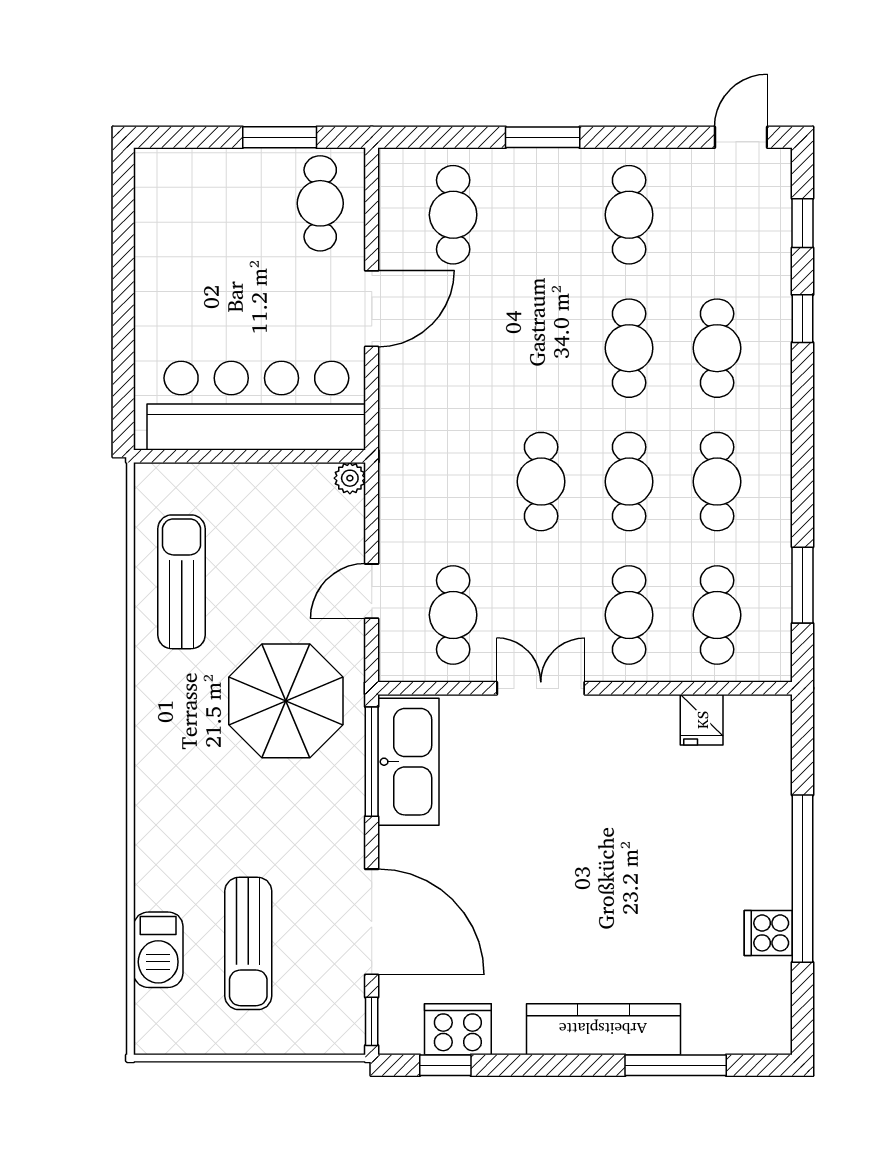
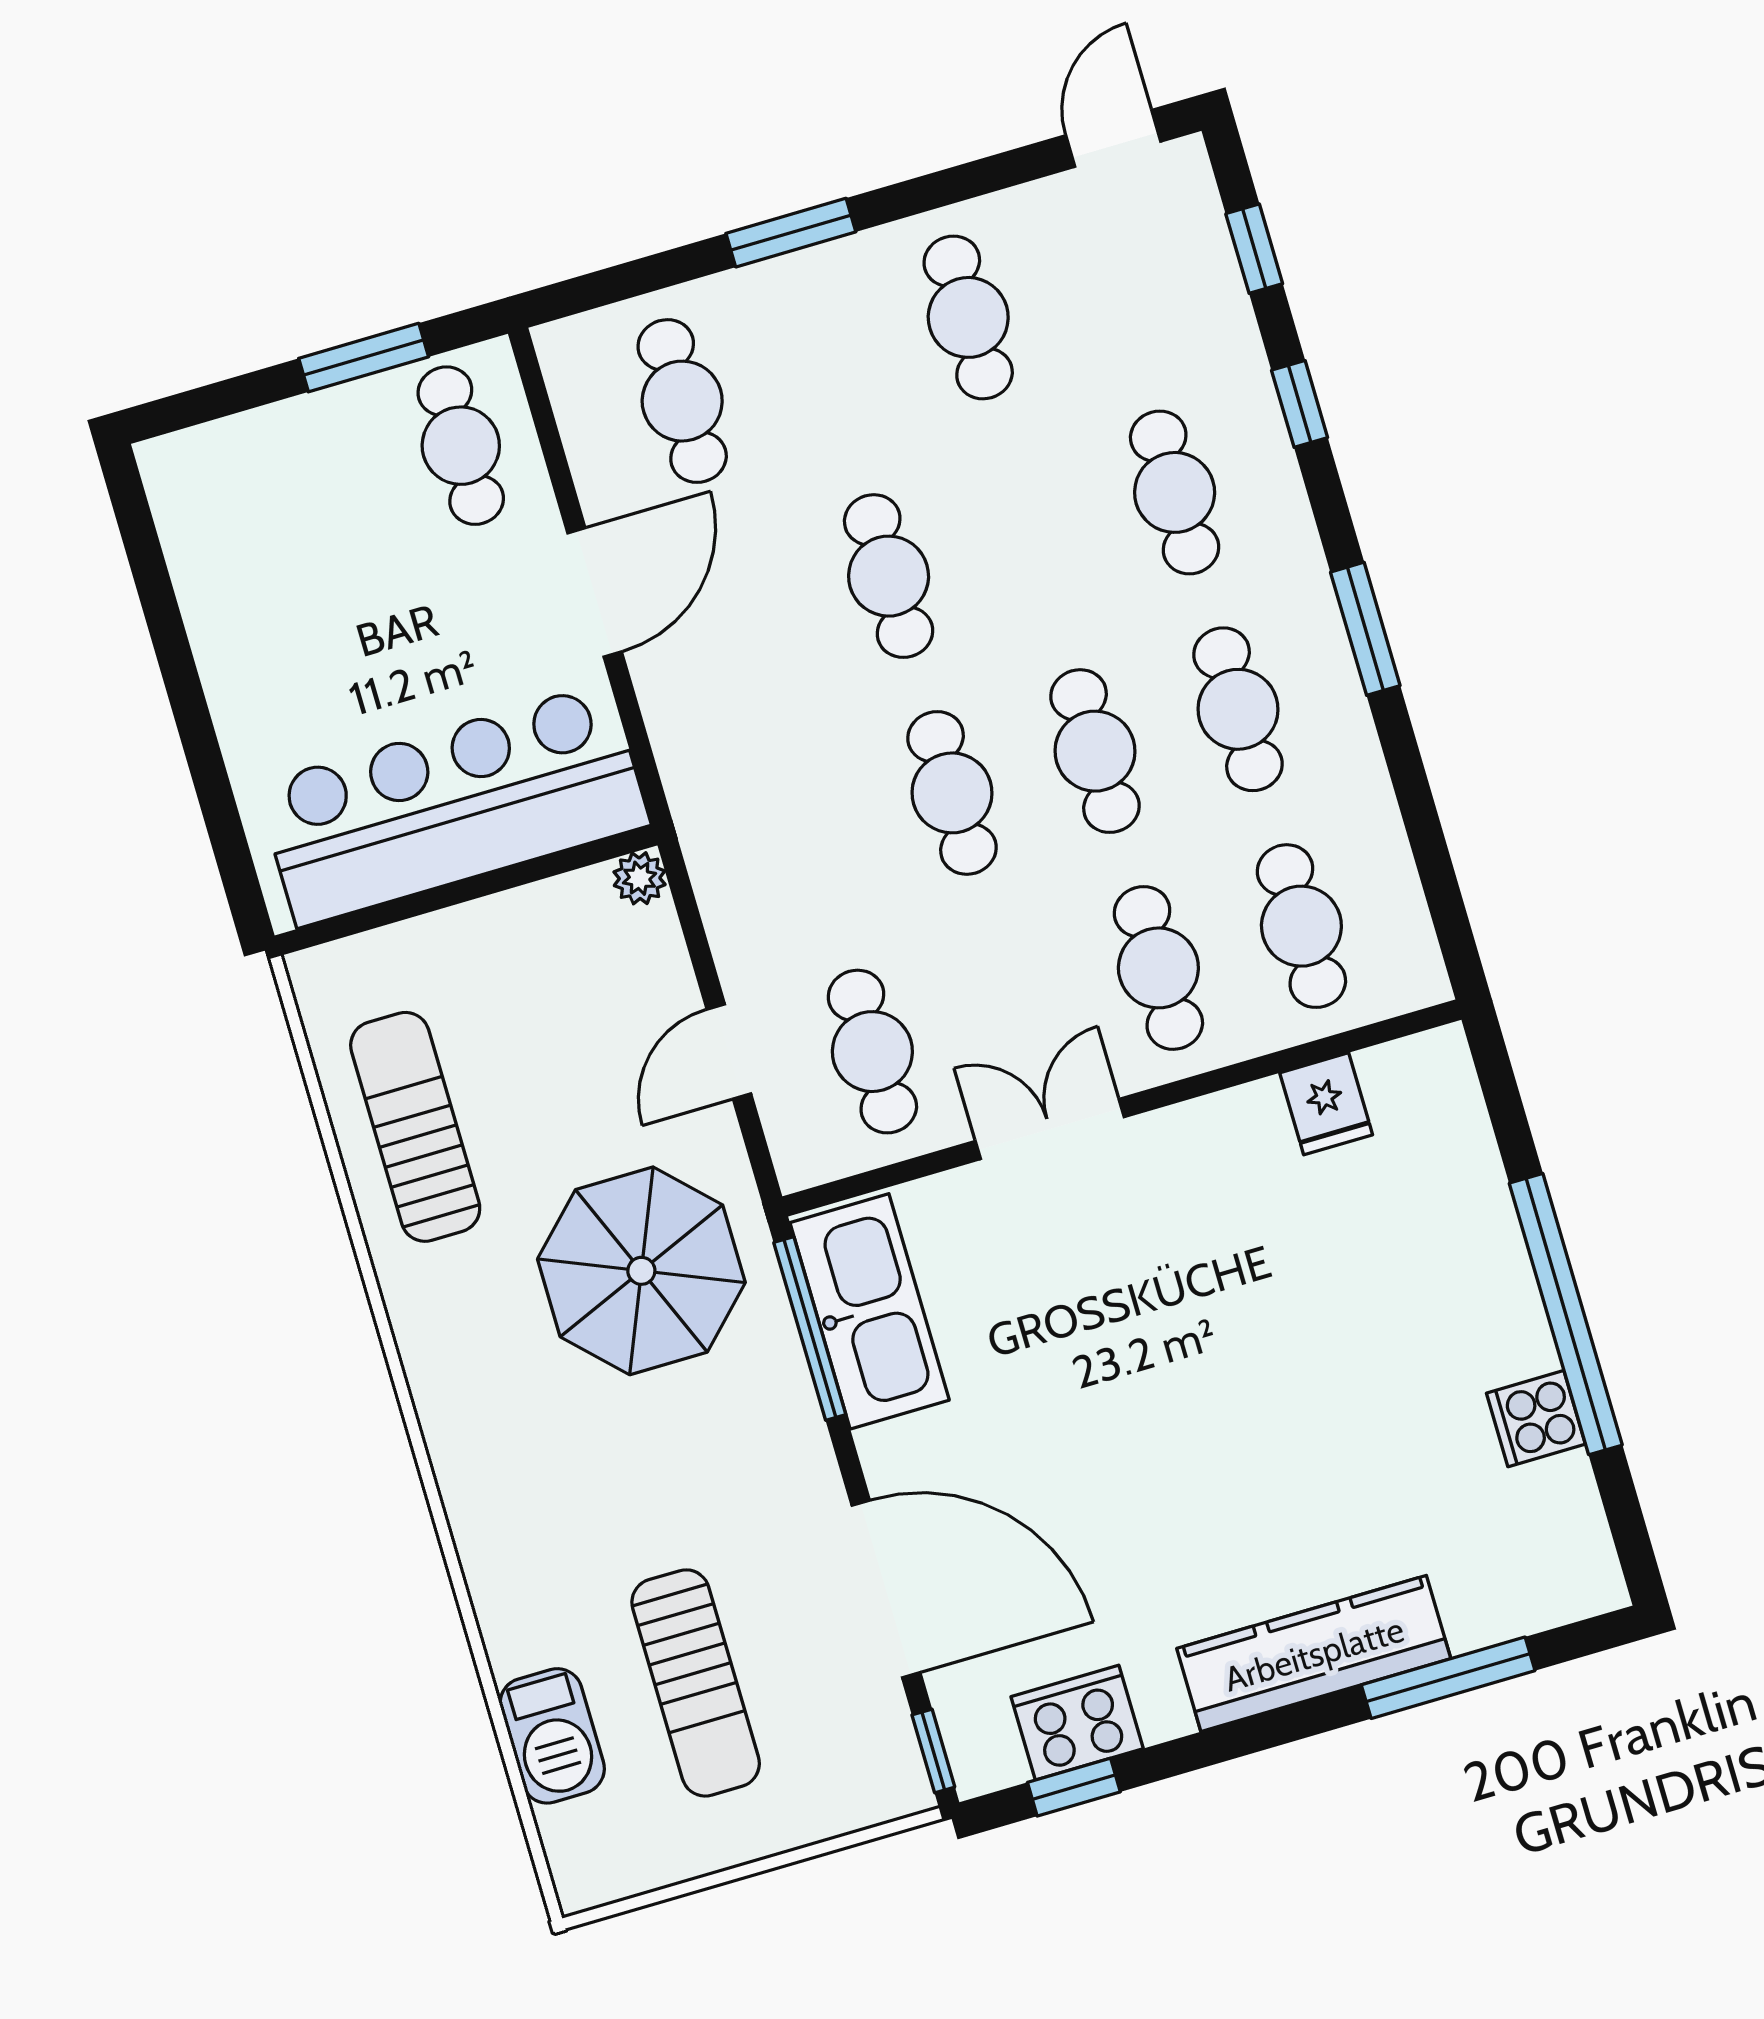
cafe table: (629, 348) -> (889, 576), moved
window: (803, 585) -> (1365, 629), moved

